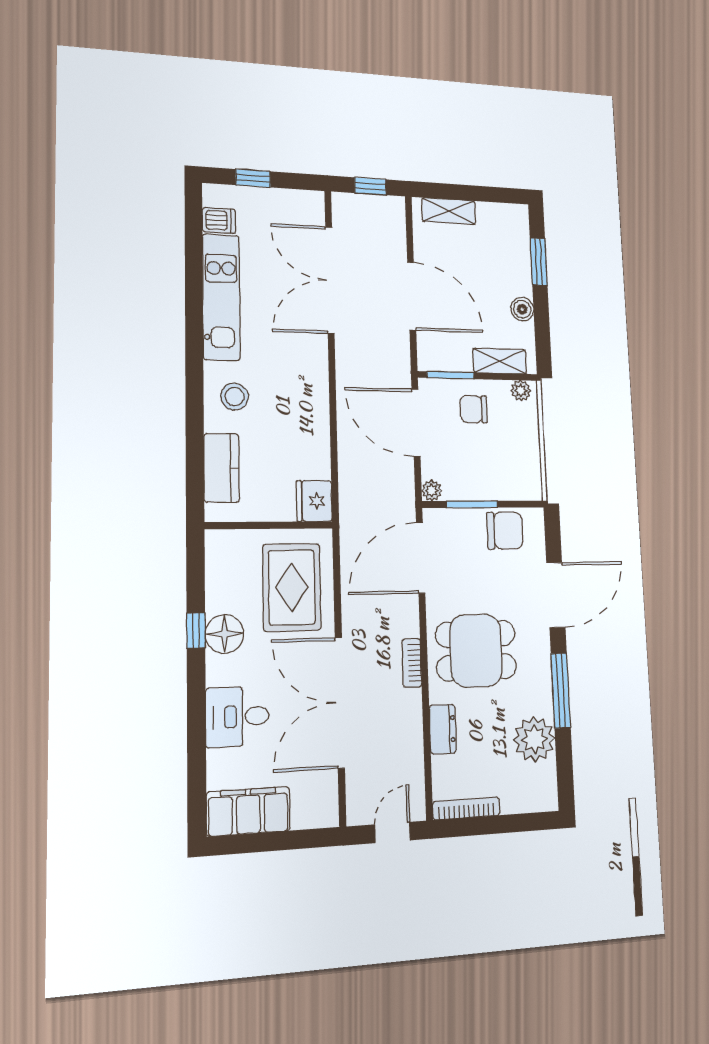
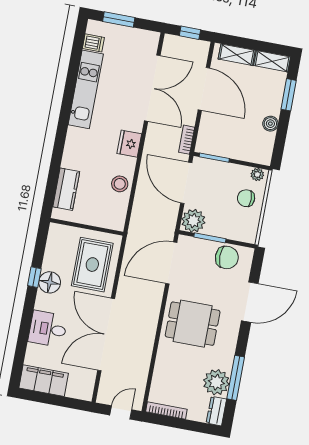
window: (253, 178) -> (119, 19), width x1.50
double door: (330, 280) -> (152, 88), swing flipped
door: (412, 296) -> (204, 89), moved
shelving: (500, 361) -> (272, 61), moved
stool: (235, 397) -> (120, 184), moved
chair: (474, 409) -> (246, 198), moved
plant: (432, 491) -> (193, 221), width x1.87, depth x1.87
fridge: (314, 501) -> (129, 144), moved
bookcase: (412, 663) -> (187, 140), moved
window: (561, 691) -> (236, 378), moved
dresser: (443, 729) -> (216, 411), moved, turned 180

